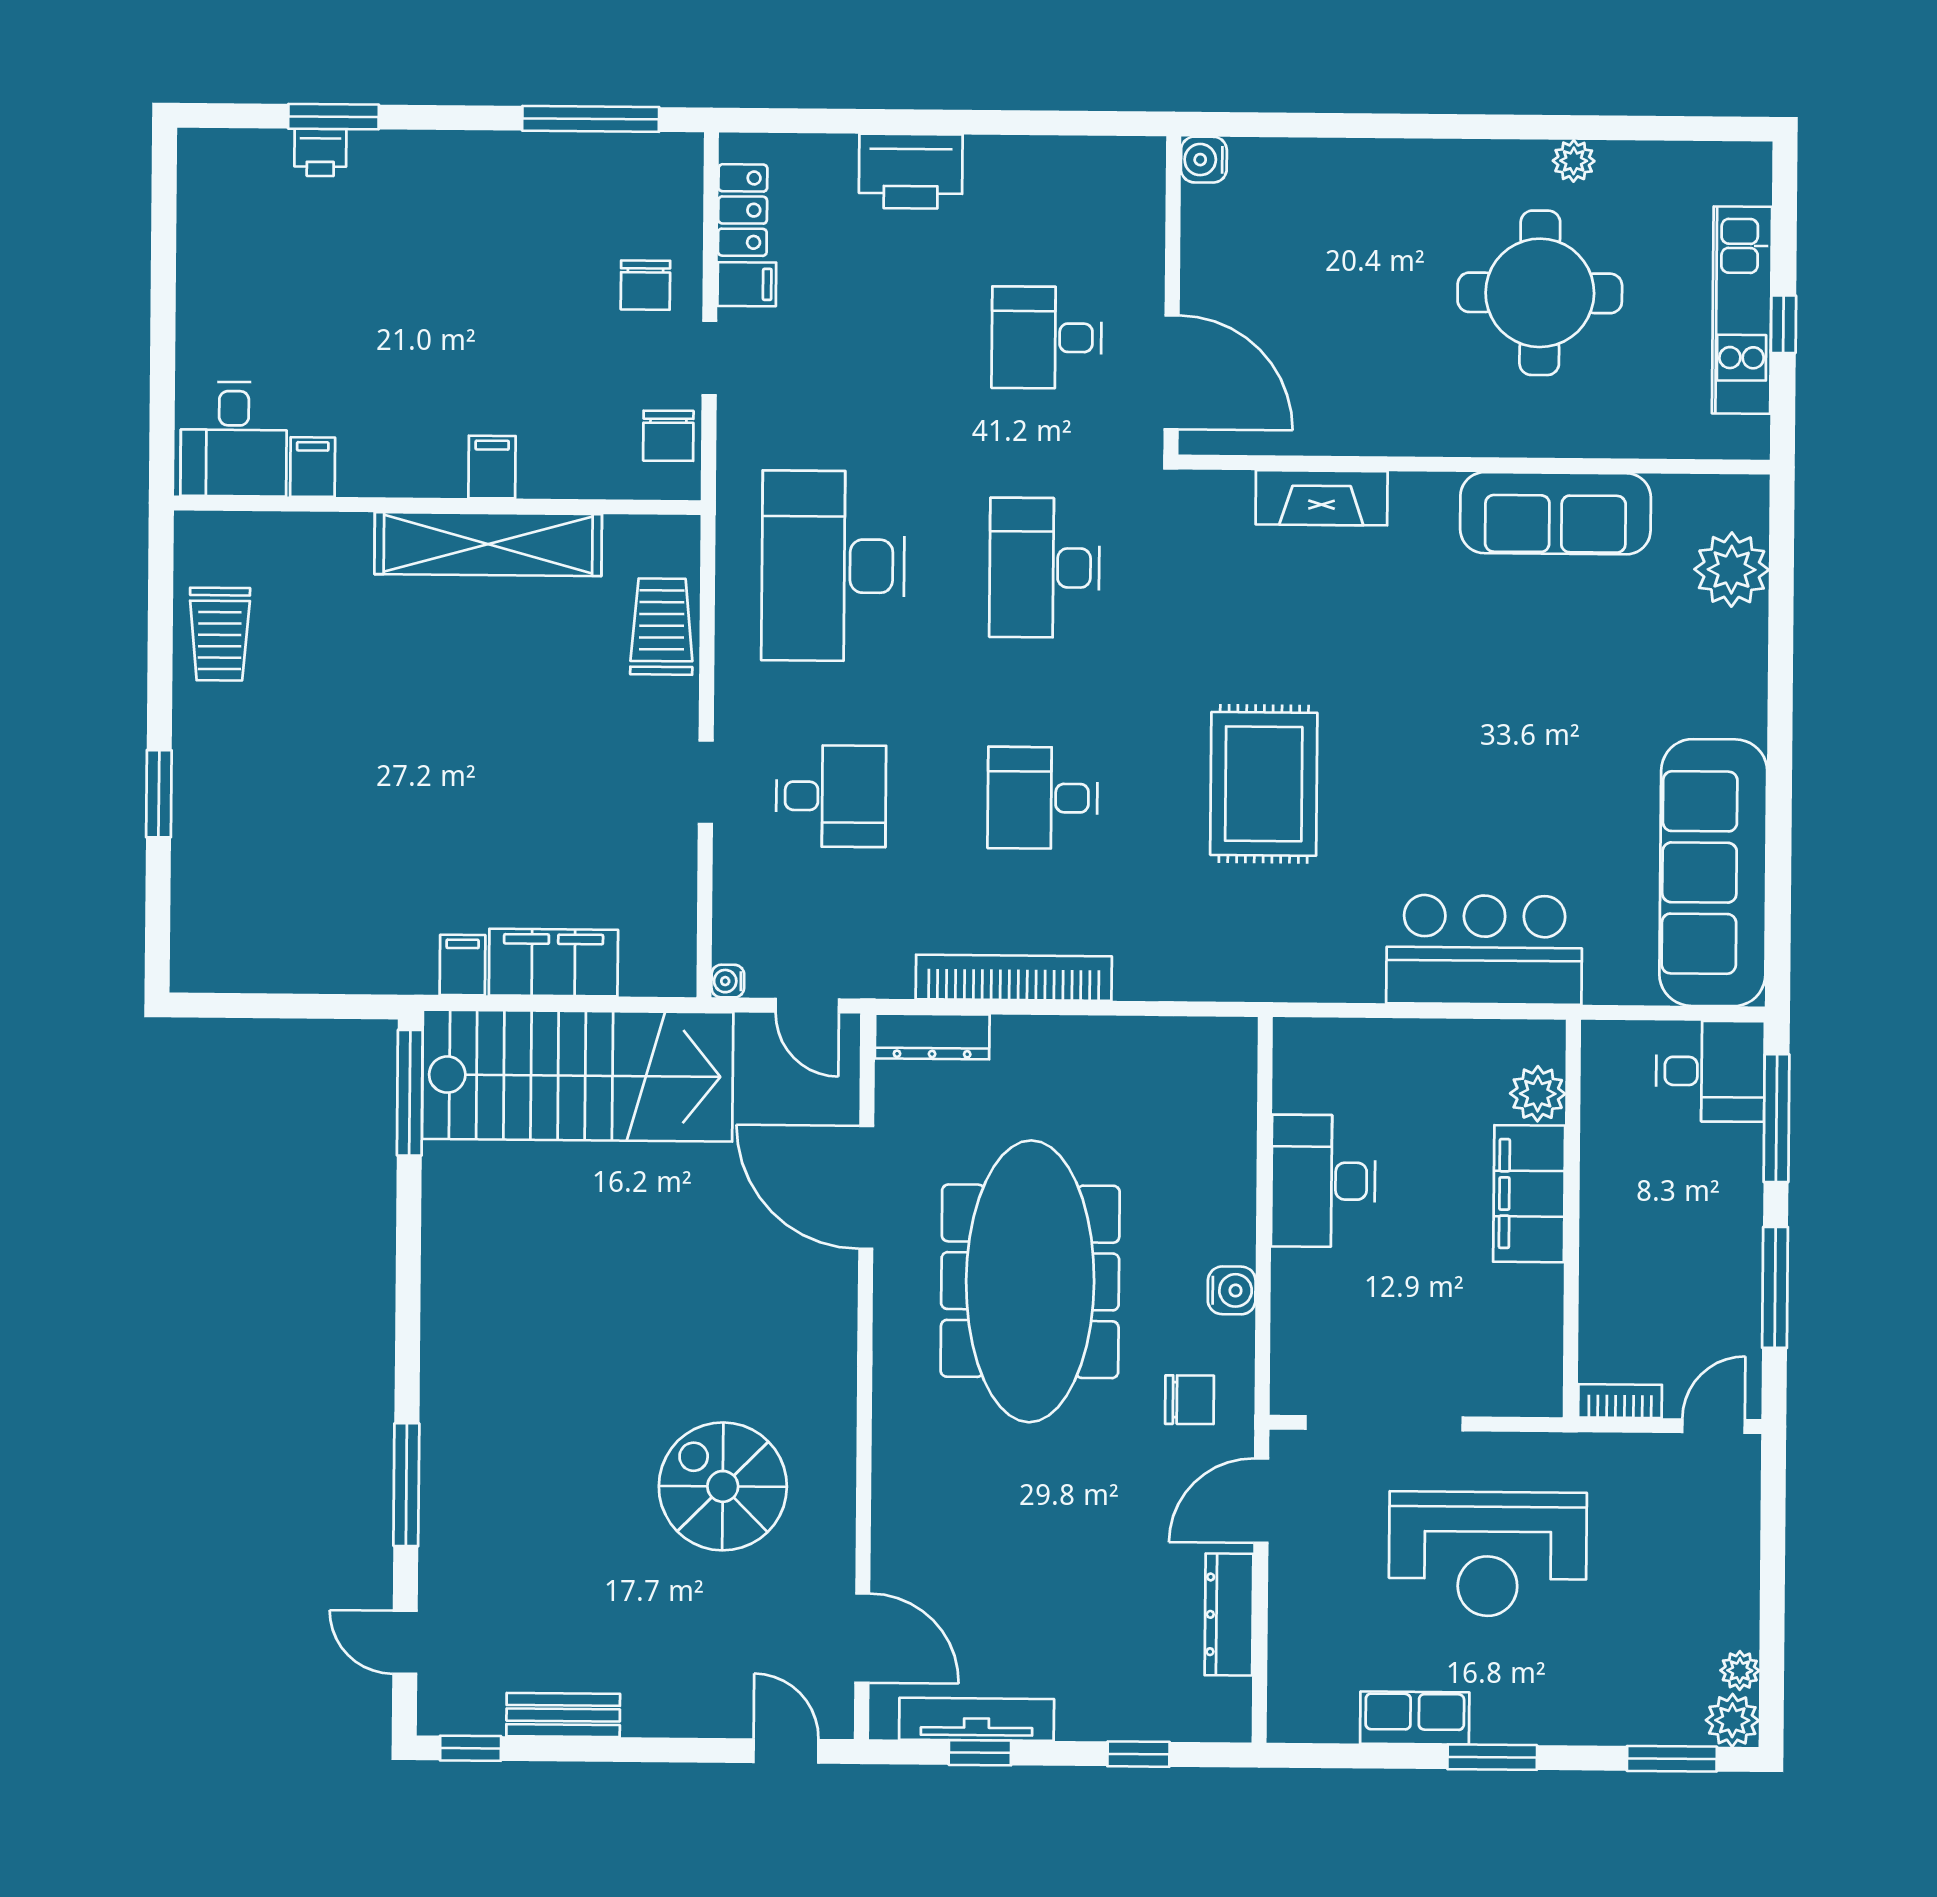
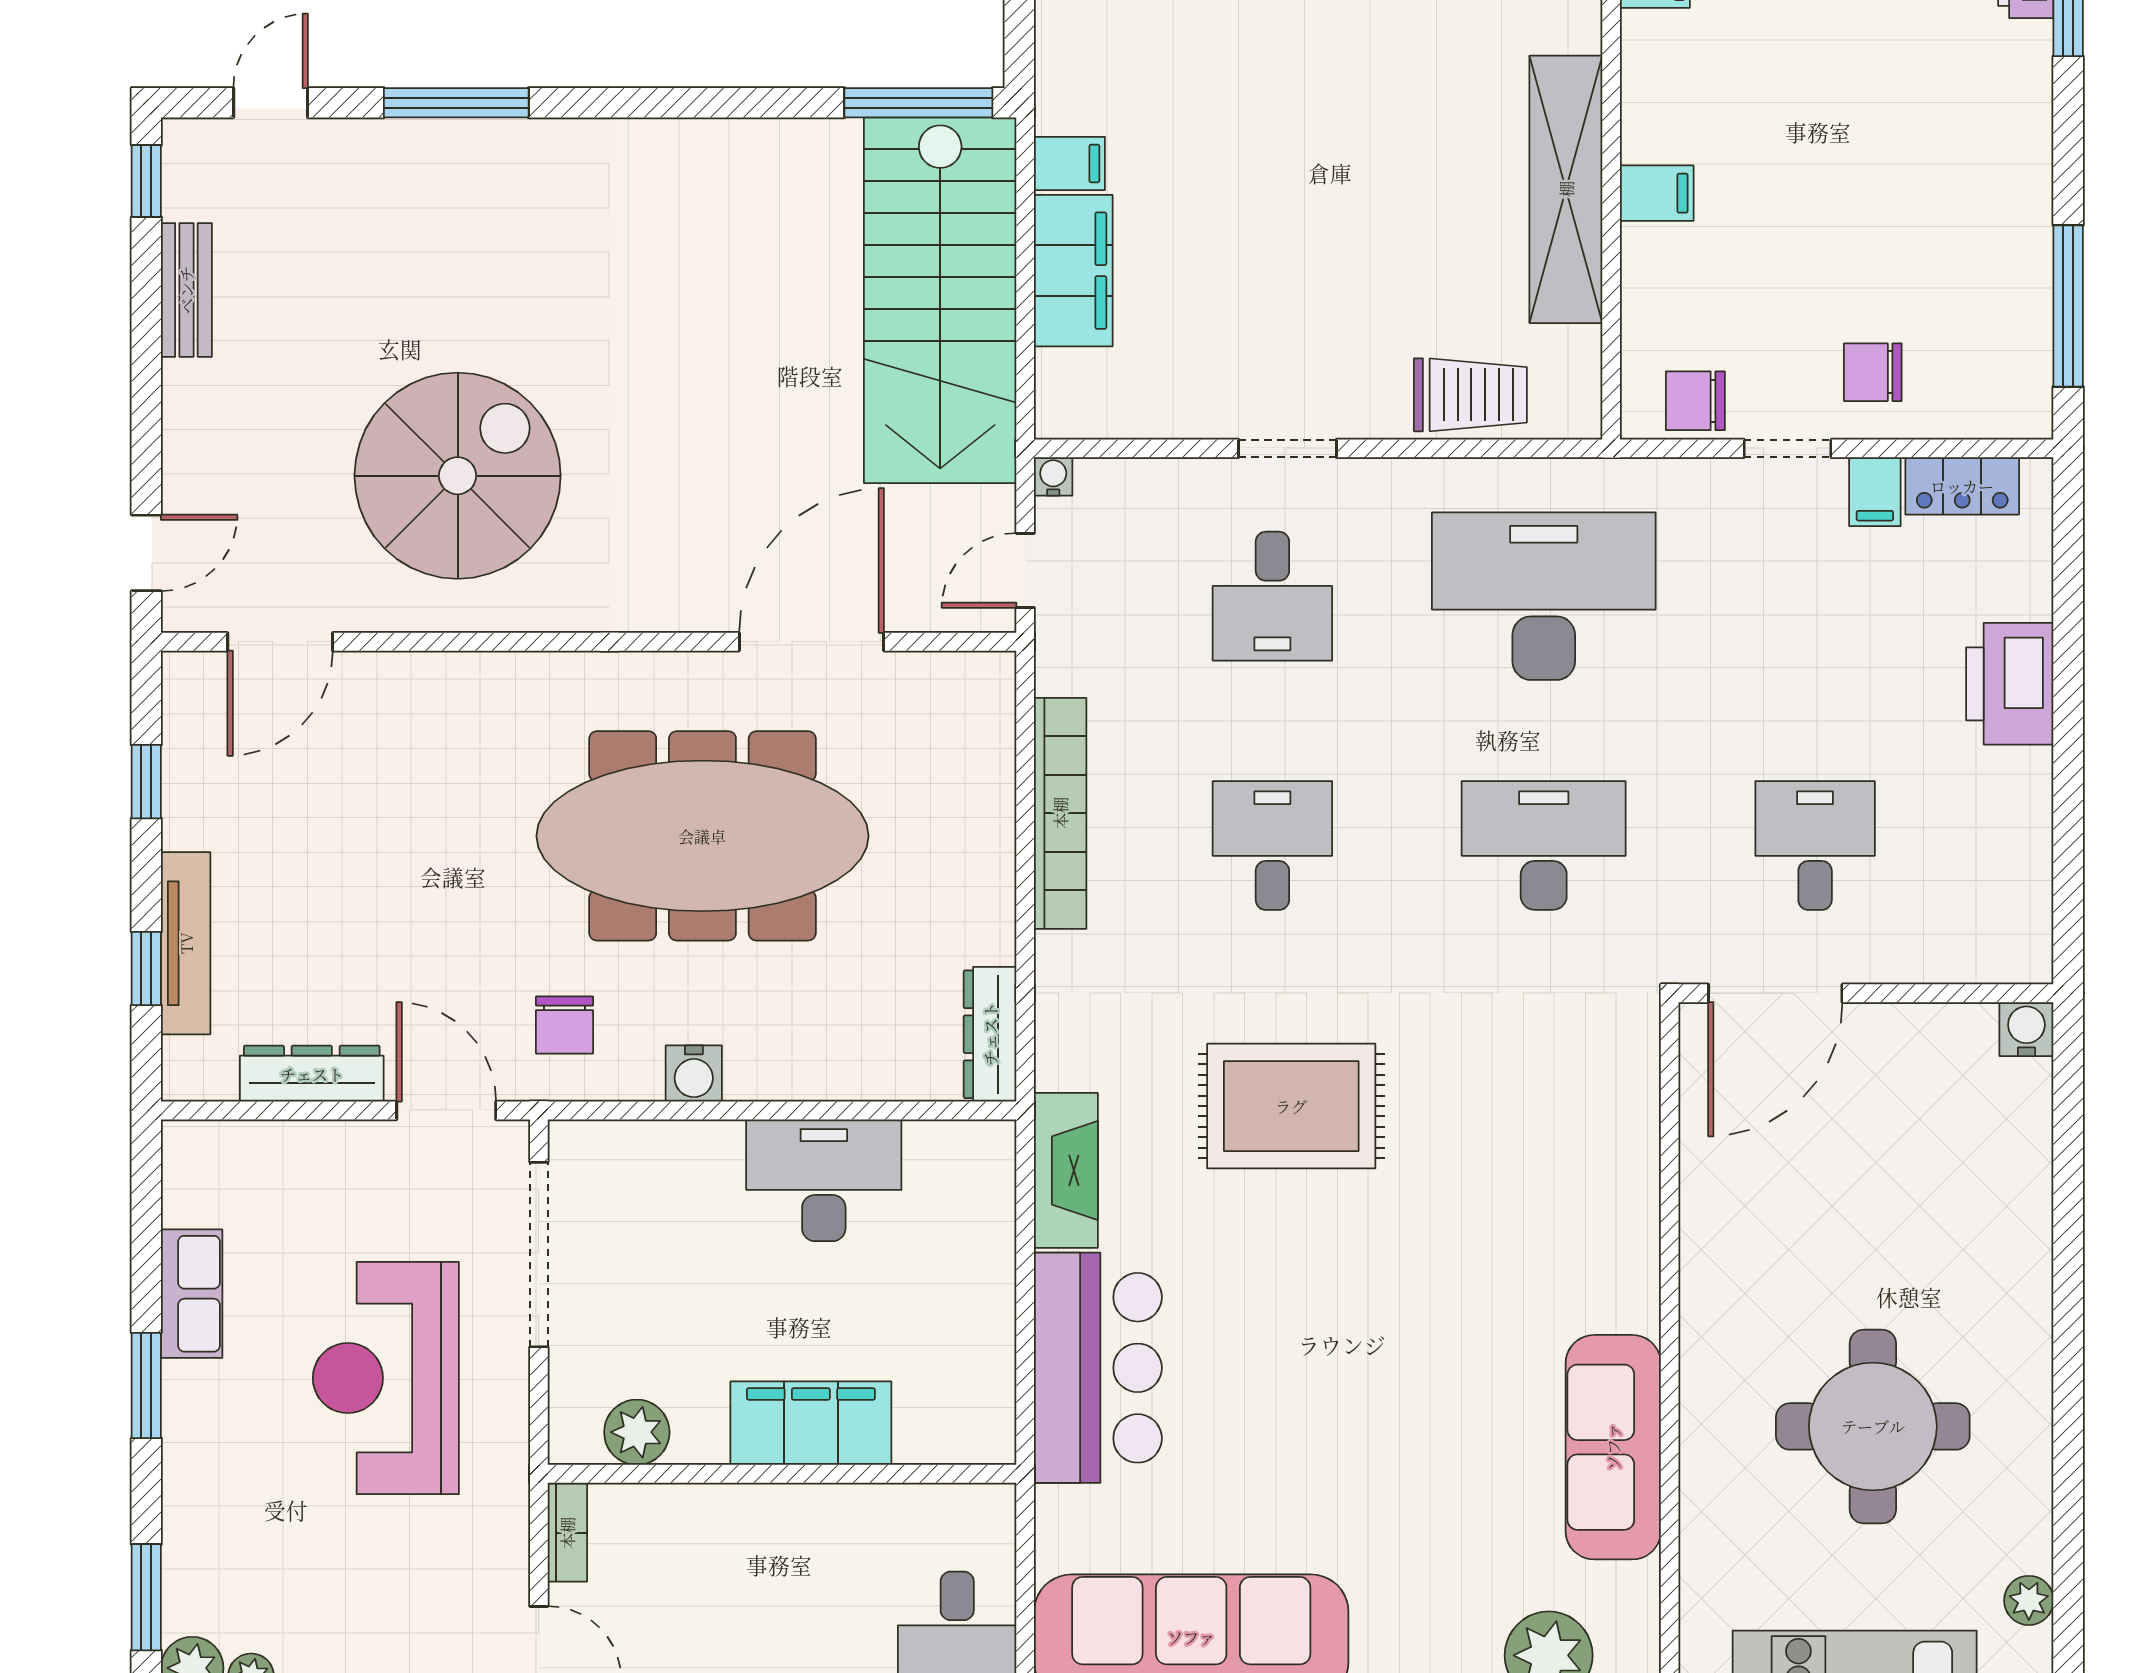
plant: (1574, 161) -> (2029, 1600), moved
fireplace: (1322, 498) -> (1066, 1170), moved, turned 180
dresser: (932, 1037) -> (990, 1034), moved
plant: (1538, 1094) -> (637, 1432), moved
spiral stairs: (723, 1486) -> (458, 476), width x1.37, depth x1.37
tv unit: (977, 1719) -> (186, 943), moved

